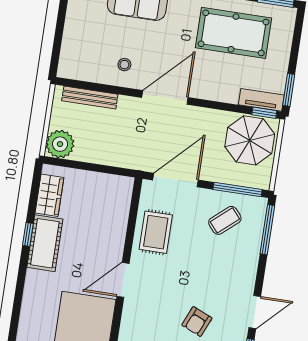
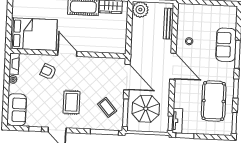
parasol: (250, 140) -> (146, 109), moved
rug: (156, 232) -> (71, 102), moved, turned 90
armchair: (197, 322) -> (48, 72), moved

